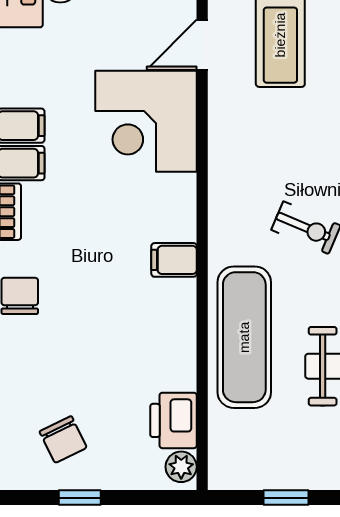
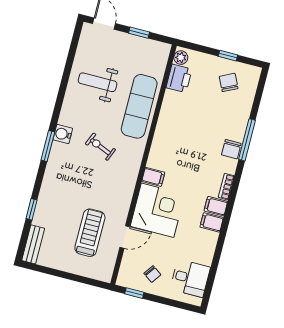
filing cabinet: (174, 260) -> (153, 177), moved

